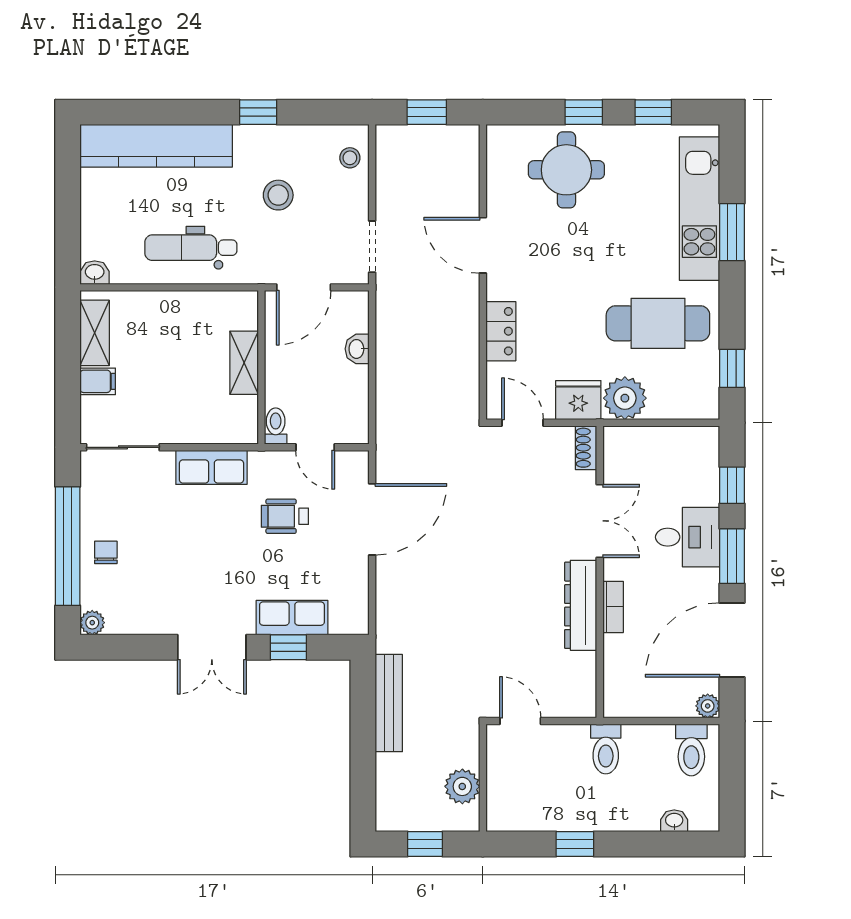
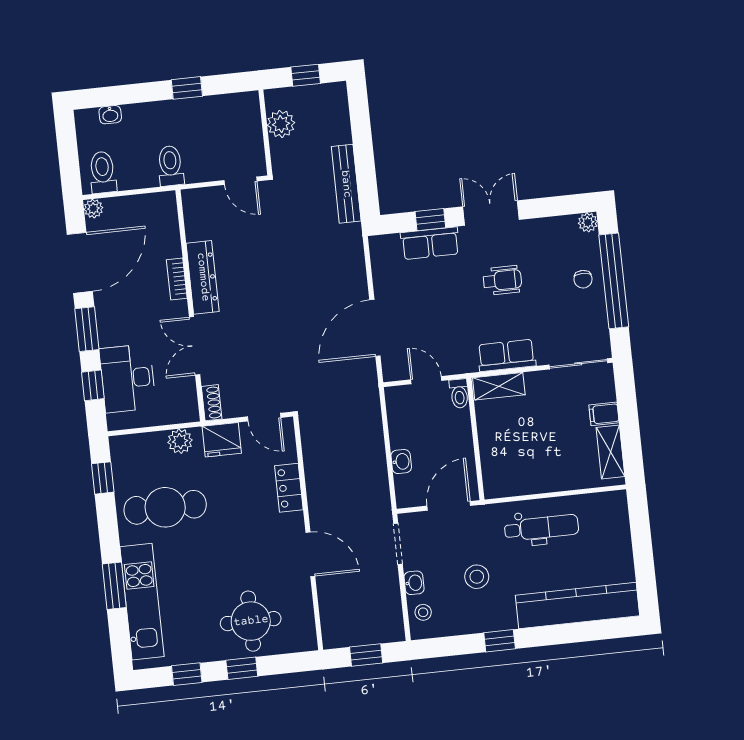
washbasin: (95, 273) -> (414, 583), moved, turned -90
shelving: (244, 363) -> (499, 386), moved, turned 90
plant: (625, 398) -> (180, 441), width x0.73, depth x0.73
wheelchair: (285, 516) -> (502, 280), moved
desk: (688, 537) -> (128, 378), moved, width x1.37

